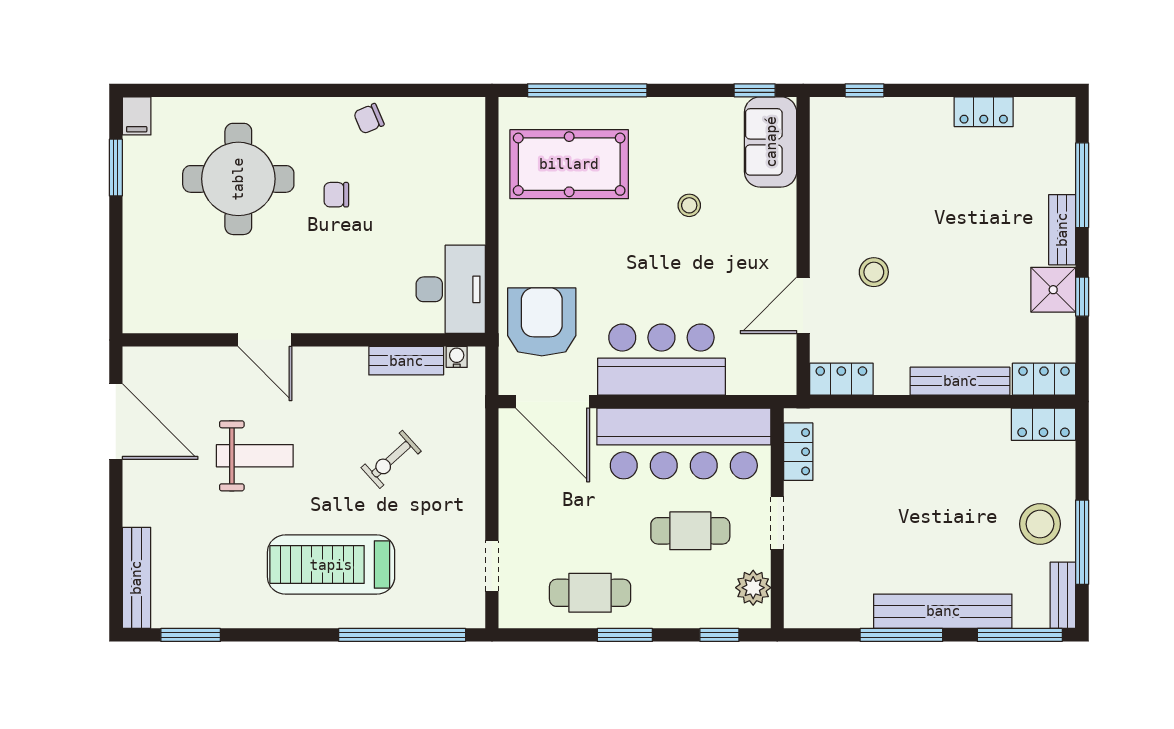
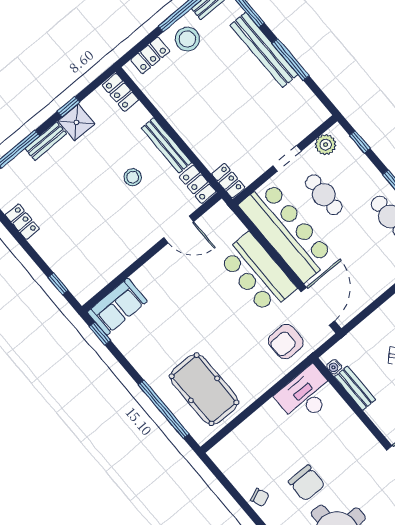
chair: (336, 195) -> (307, 483), width x1.87, depth x1.87
stool: (689, 205) -> (177, 319), removed
stool: (874, 272) -> (133, 177), moved
armchair: (542, 322) -> (286, 342), width x0.73, depth x0.73
bench: (960, 381) -> (166, 145), moved
locker: (1043, 424) -> (150, 55), moved, turned 90
locker: (798, 452) -> (228, 181), moved, turned 90

